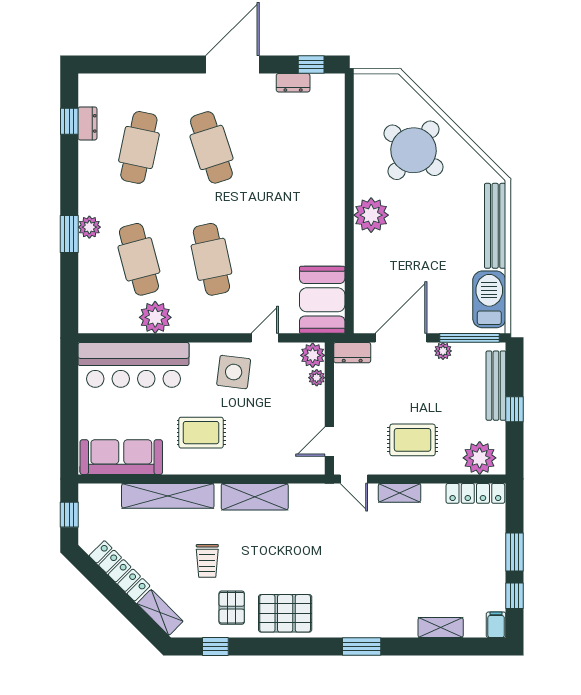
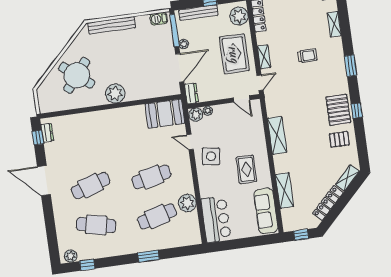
dresser: (293, 83) -> (47, 133), moved
dresser: (87, 123) -> (87, 255), removed
plant: (89, 227) -> (71, 256), moved
barbecue: (489, 299) -> (159, 19), width x0.53, depth x0.65
door: (401, 338) -> (180, 68), swing flipped
bar counter: (133, 365) -> (216, 219), width x0.73
rug: (413, 440) -> (234, 54), width x1.36, depth x1.43
shelving: (168, 496) -> (285, 191), width x0.68
trolley: (207, 561) -> (307, 56), moved
window: (215, 646) -> (357, 111), moved

